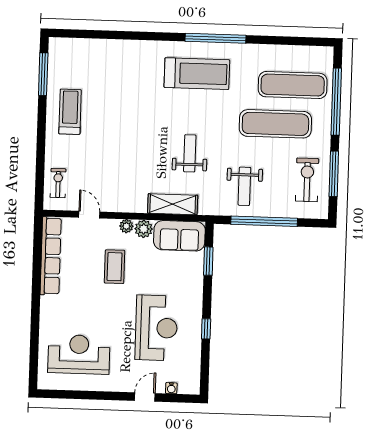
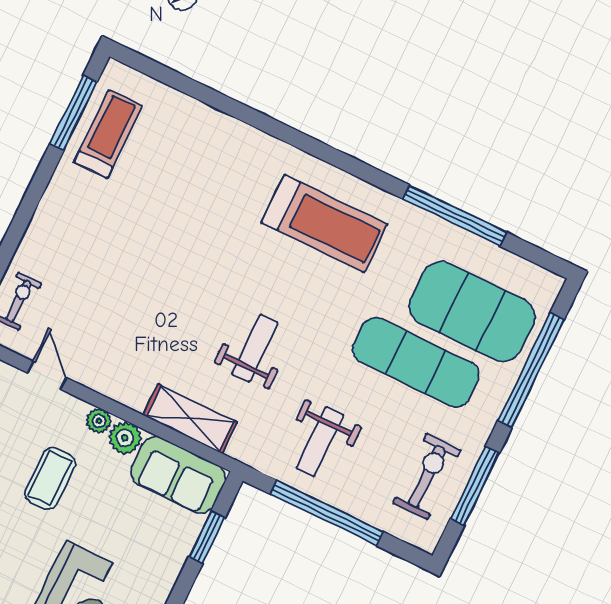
window: (216, 38) -> (455, 215), moved
exercise mat: (293, 85) -> (472, 312), width x1.47
treadmill: (70, 112) -> (108, 134), moved

